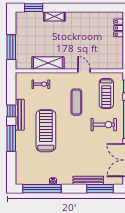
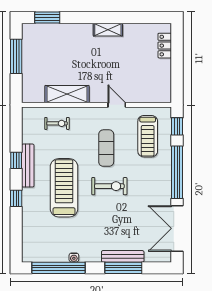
shelving: (54, 16) -> (108, 30), moved
window: (11, 47) -> (16, 56), moved
exercise bike: (104, 125) -> (109, 186), moved
window: (11, 138) -> (16, 198), width x0.46
window: (100, 189) -> (123, 268), moved

